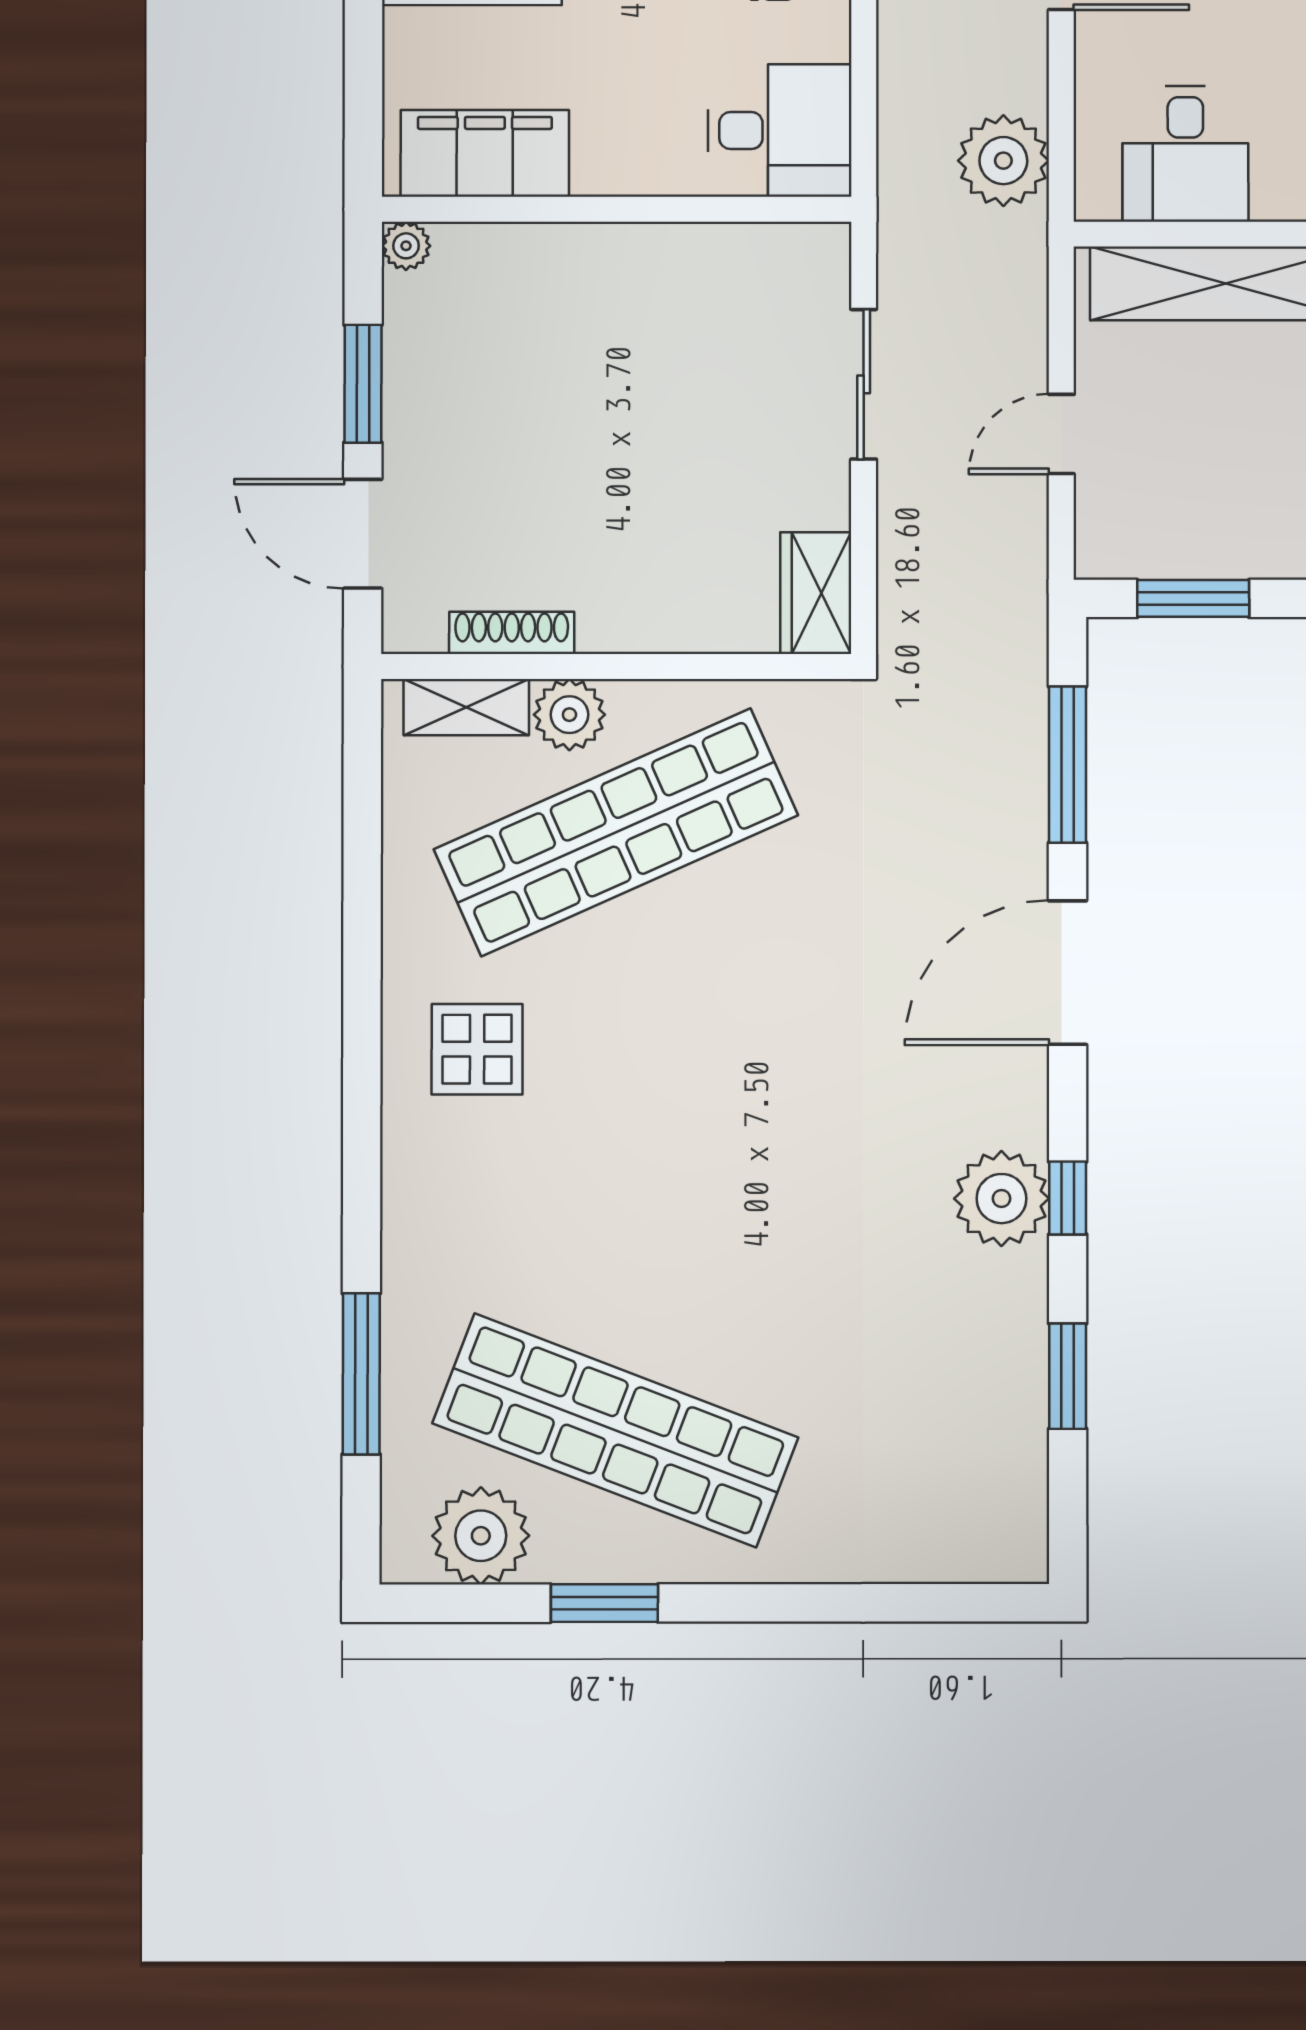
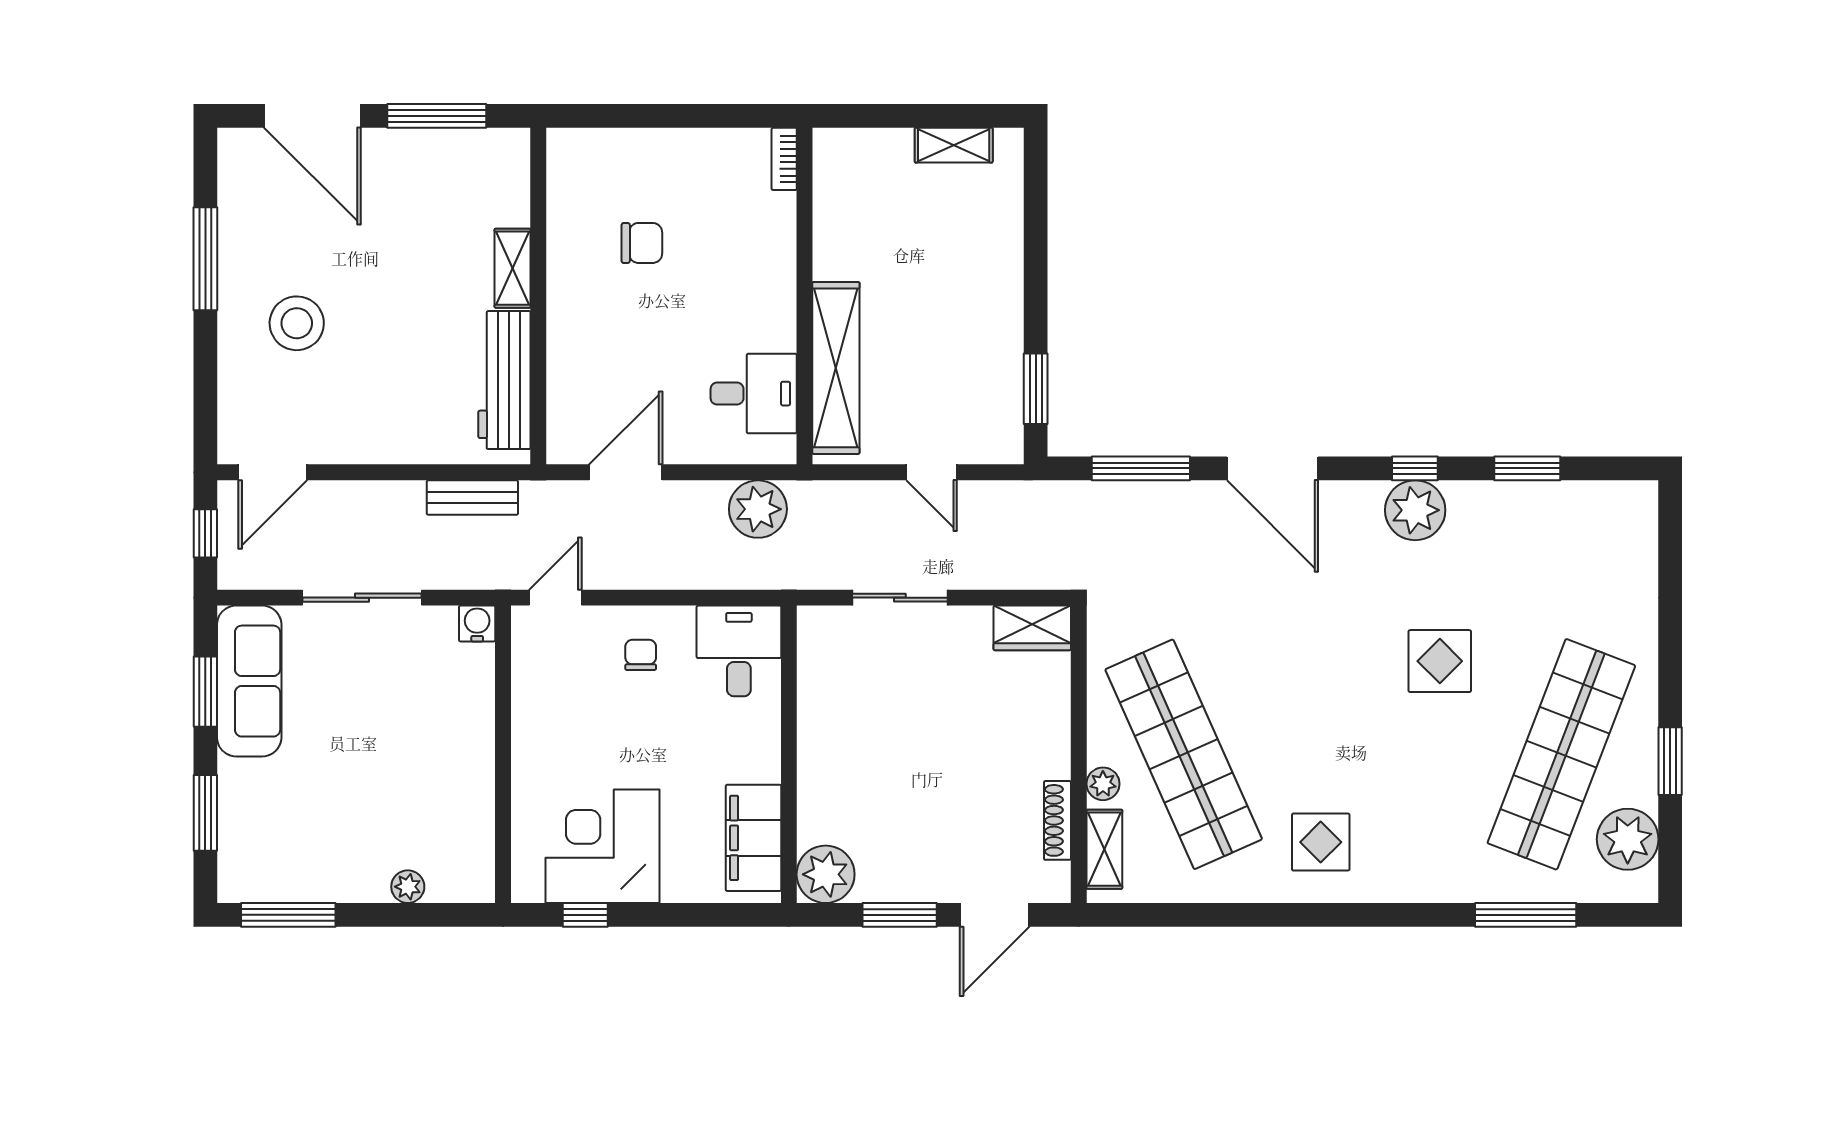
plant: (406, 246) -> (826, 874), width x1.88, depth x1.88
plant: (569, 715) -> (1103, 784), width x0.73, depth x0.73
display table: (763, 1238) -> (1440, 661), added

